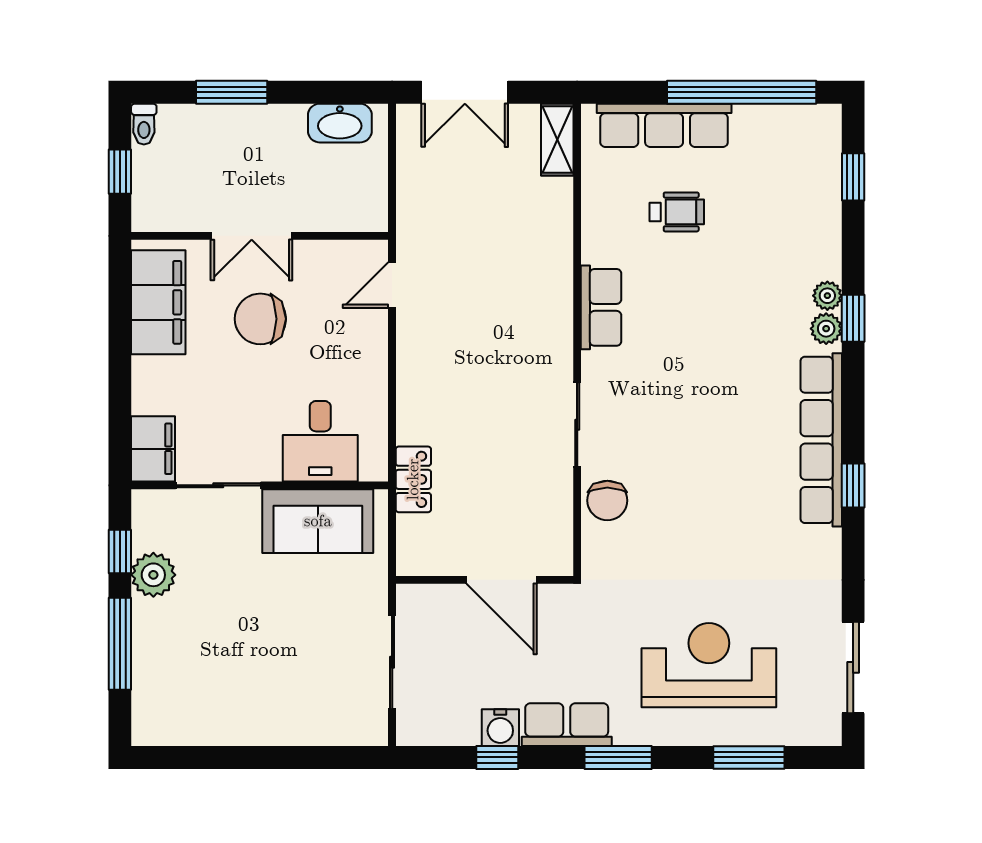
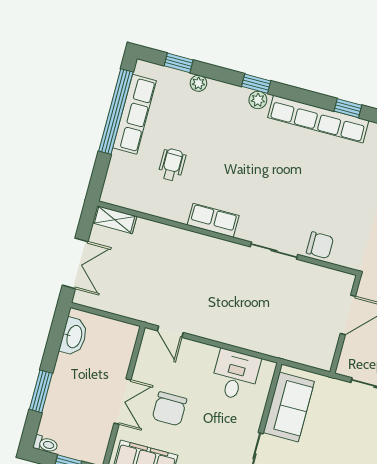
row of seats: (664, 125) -> (135, 114), moved
plant: (827, 296) -> (198, 83), moved
desk: (320, 441) -> (235, 375), moved, turned -90
locker: (413, 479) -> (280, 348), removed

